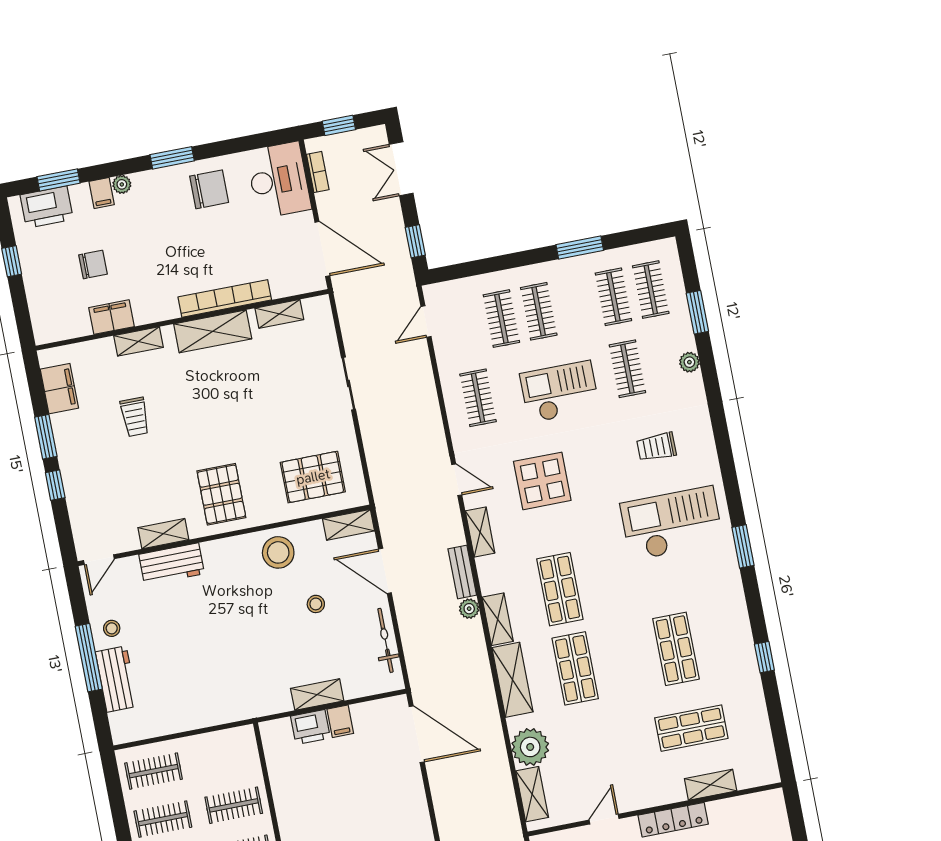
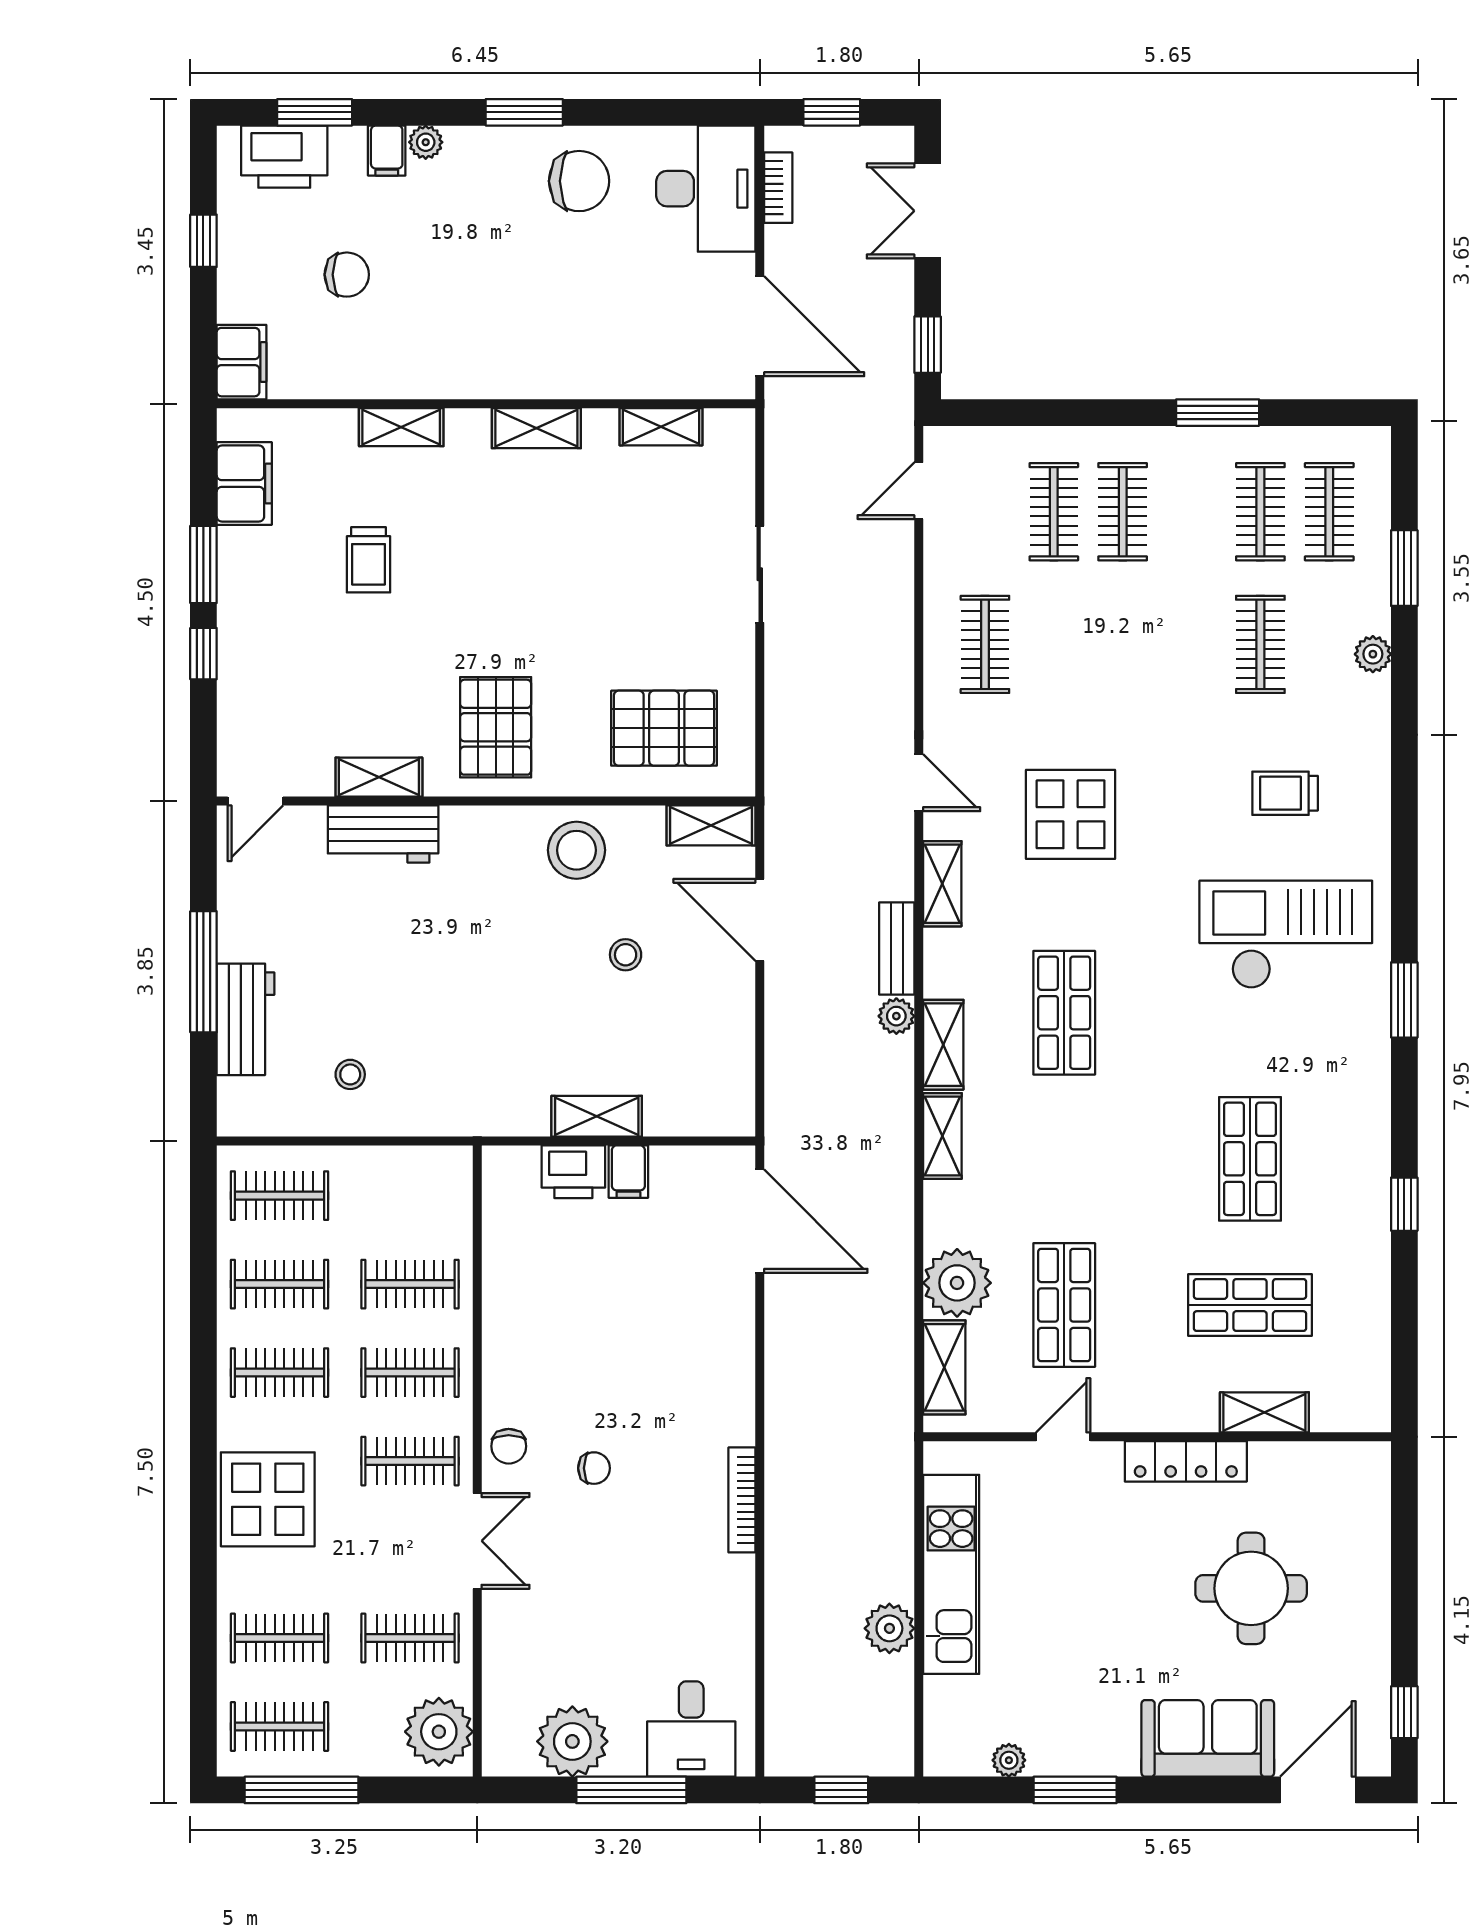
bookcase: (225, 298) -> (569, 380), removed
filing cabinet: (112, 317) -> (242, 362), moved, turned 90
shelving: (213, 331) -> (536, 428), width x0.67, depth x0.75
checkout: (560, 392) -> (1132, 662), removed
stool: (112, 628) -> (350, 1074), moved
bicycle: (385, 640) -> (737, 1043), removed
shop shelf: (575, 668) -> (1064, 1305), moved
shelving: (513, 680) -> (942, 1136), width x0.67, depth x0.75

